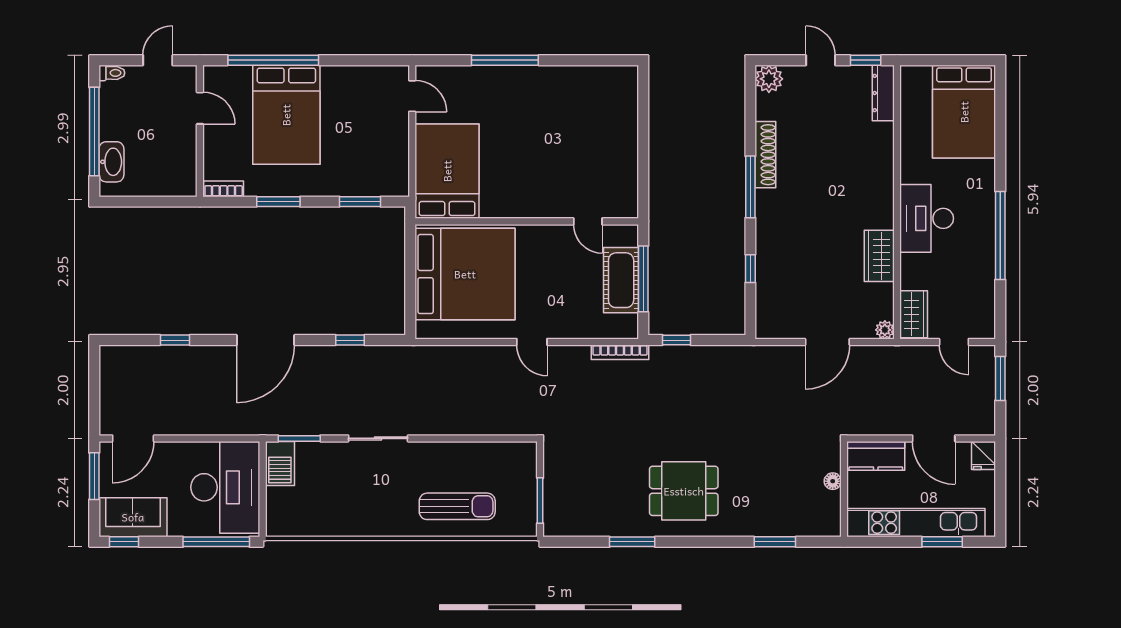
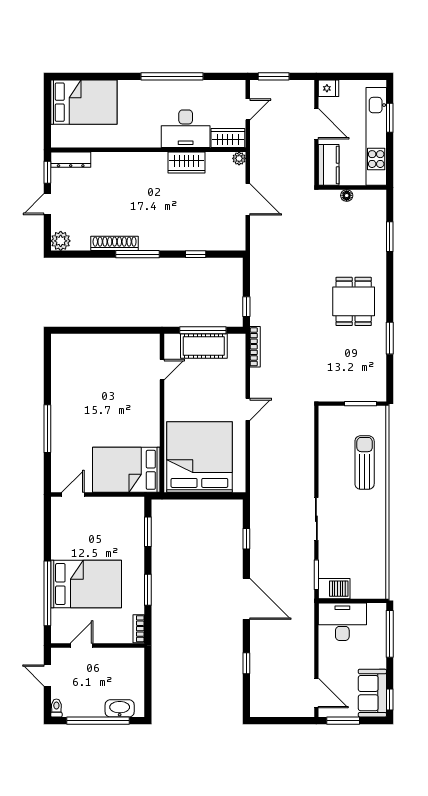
desk: (927, 218) -> (186, 129), moved
door: (934, 438) -> (316, 124), hinge flipped
desk: (225, 487) -> (342, 622), width x0.73, depth x0.77

